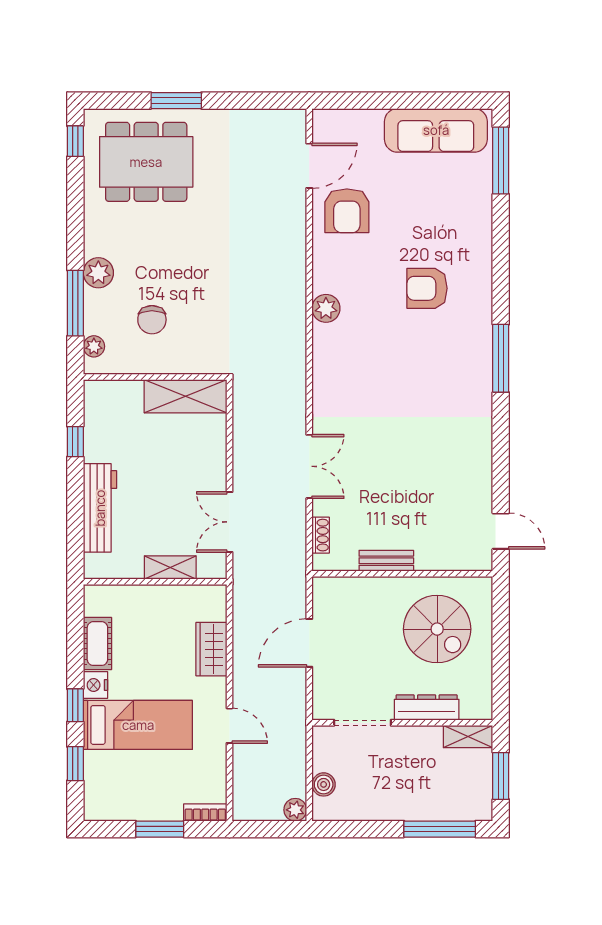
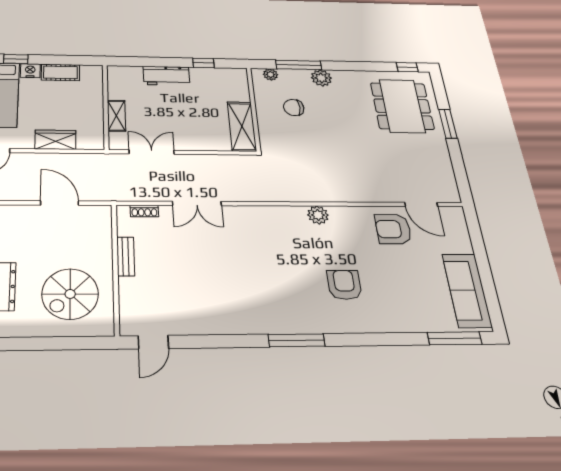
workbench: (100, 508) -> (166, 76), width x0.73

